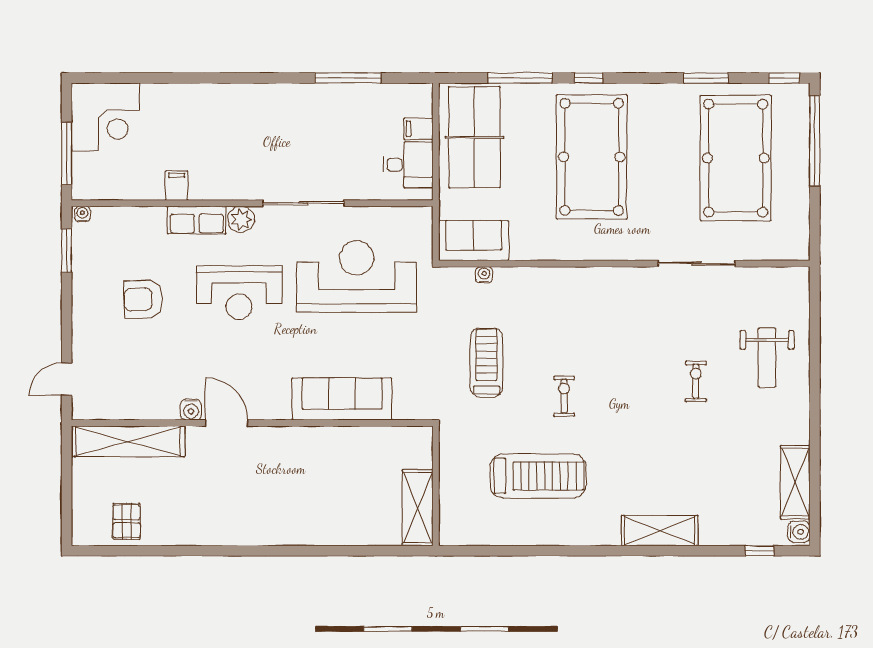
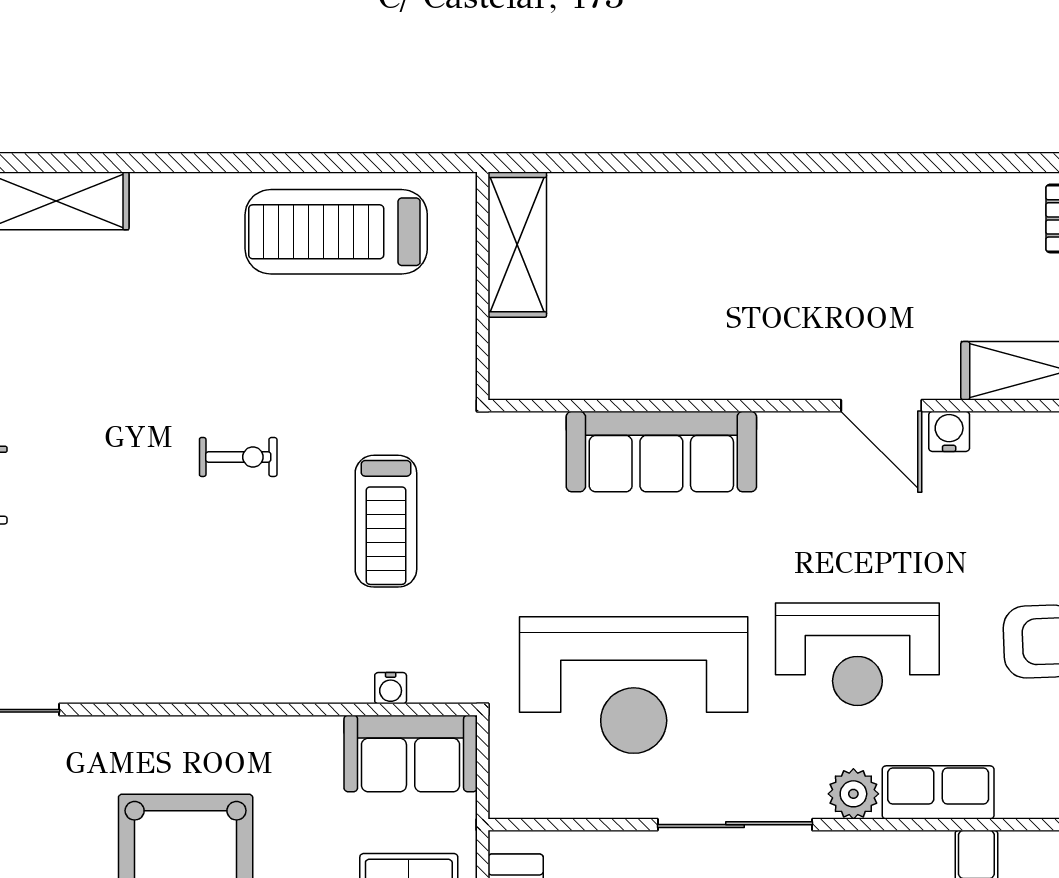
reception desk: (239, 293) -> (857, 654), turned 180
exercise bike: (564, 396) -> (238, 457), turned -90
treadmill: (538, 476) -> (336, 232), moved

